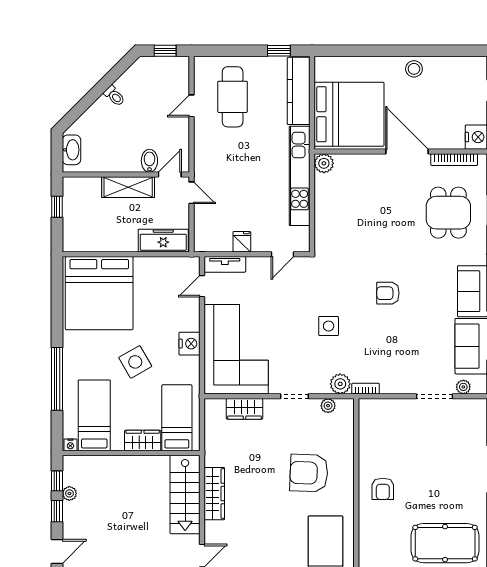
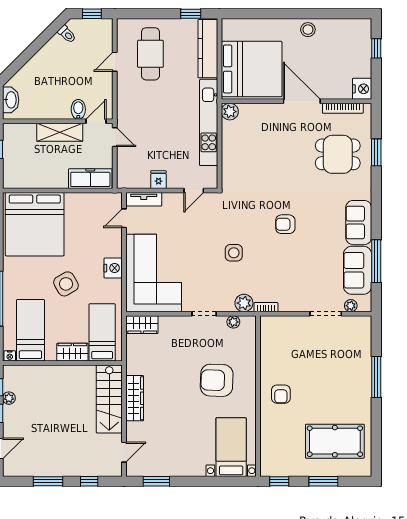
toilet: (114, 96) -> (67, 34), moved
dining table: (448, 213) -> (338, 154), turned 90
wardrobe: (245, 409) -> (142, 325), moved

